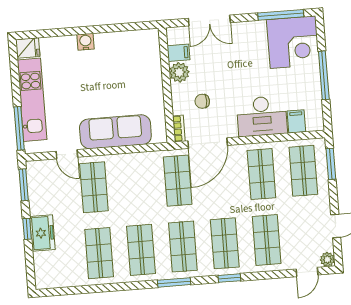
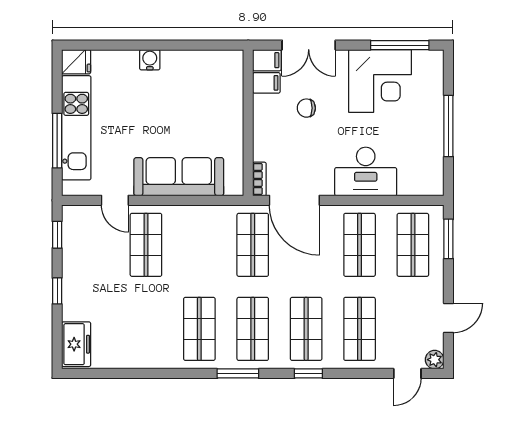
corner desk: (293, 42) -> (380, 81), moved
plant: (179, 72) -> (266, 108), removed
chair: (202, 101) -> (306, 108), moved
filing cabinet: (296, 121) -> (267, 60), moved, turned 90
window: (19, 128) -> (57, 141), moved
door: (208, 143) -> (294, 200), hinge flipped
window: (24, 185) -> (57, 235), width x0.67
freezer: (42, 233) -> (76, 344), moved
shop shelf: (99, 253) -> (146, 329), removed

